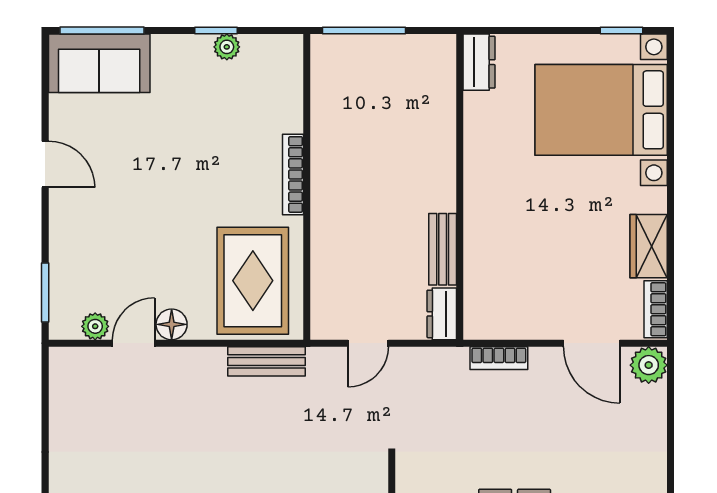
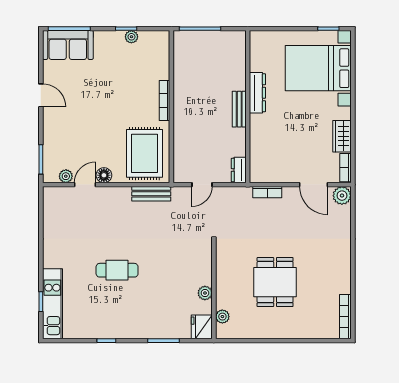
dresser: (479, 62) -> (257, 93), moved, width x1.44
bench: (443, 249) -> (239, 109), moved

